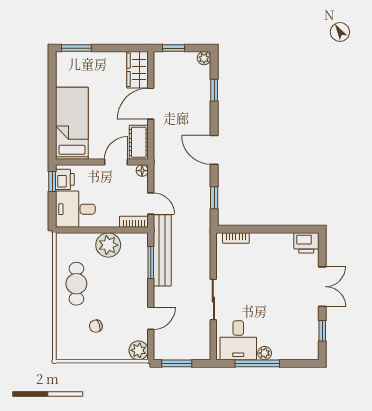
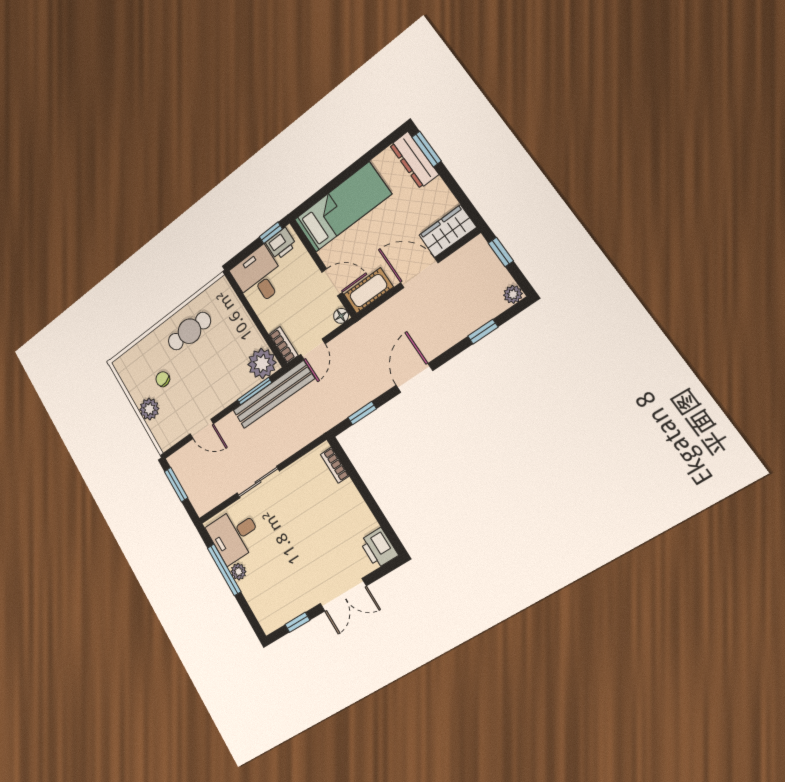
dresser: (77, 60) -> (414, 160), added
plant: (108, 245) -> (262, 363), moved
plant: (139, 350) -> (149, 409), moved

